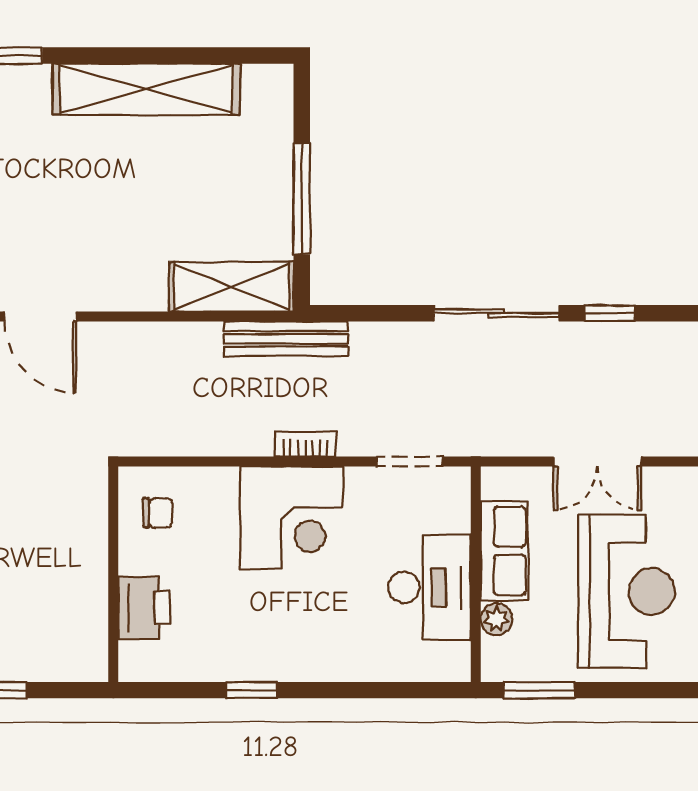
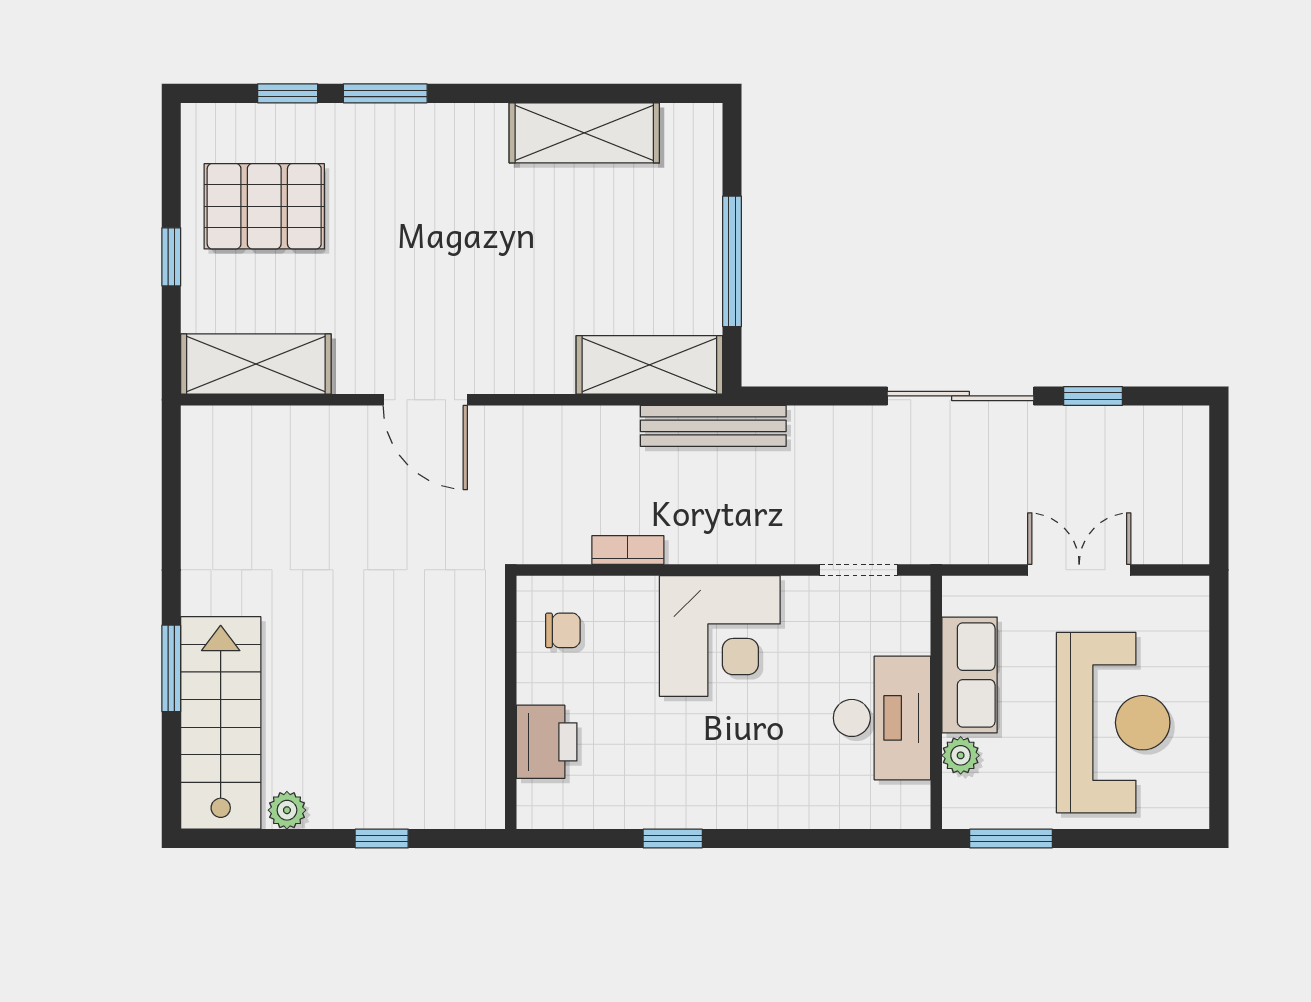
shelving: (146, 89) -> (584, 133), width x0.68
bookcase: (306, 444) -> (628, 550), moved
double door: (598, 461) -> (1079, 570), swing flipped

